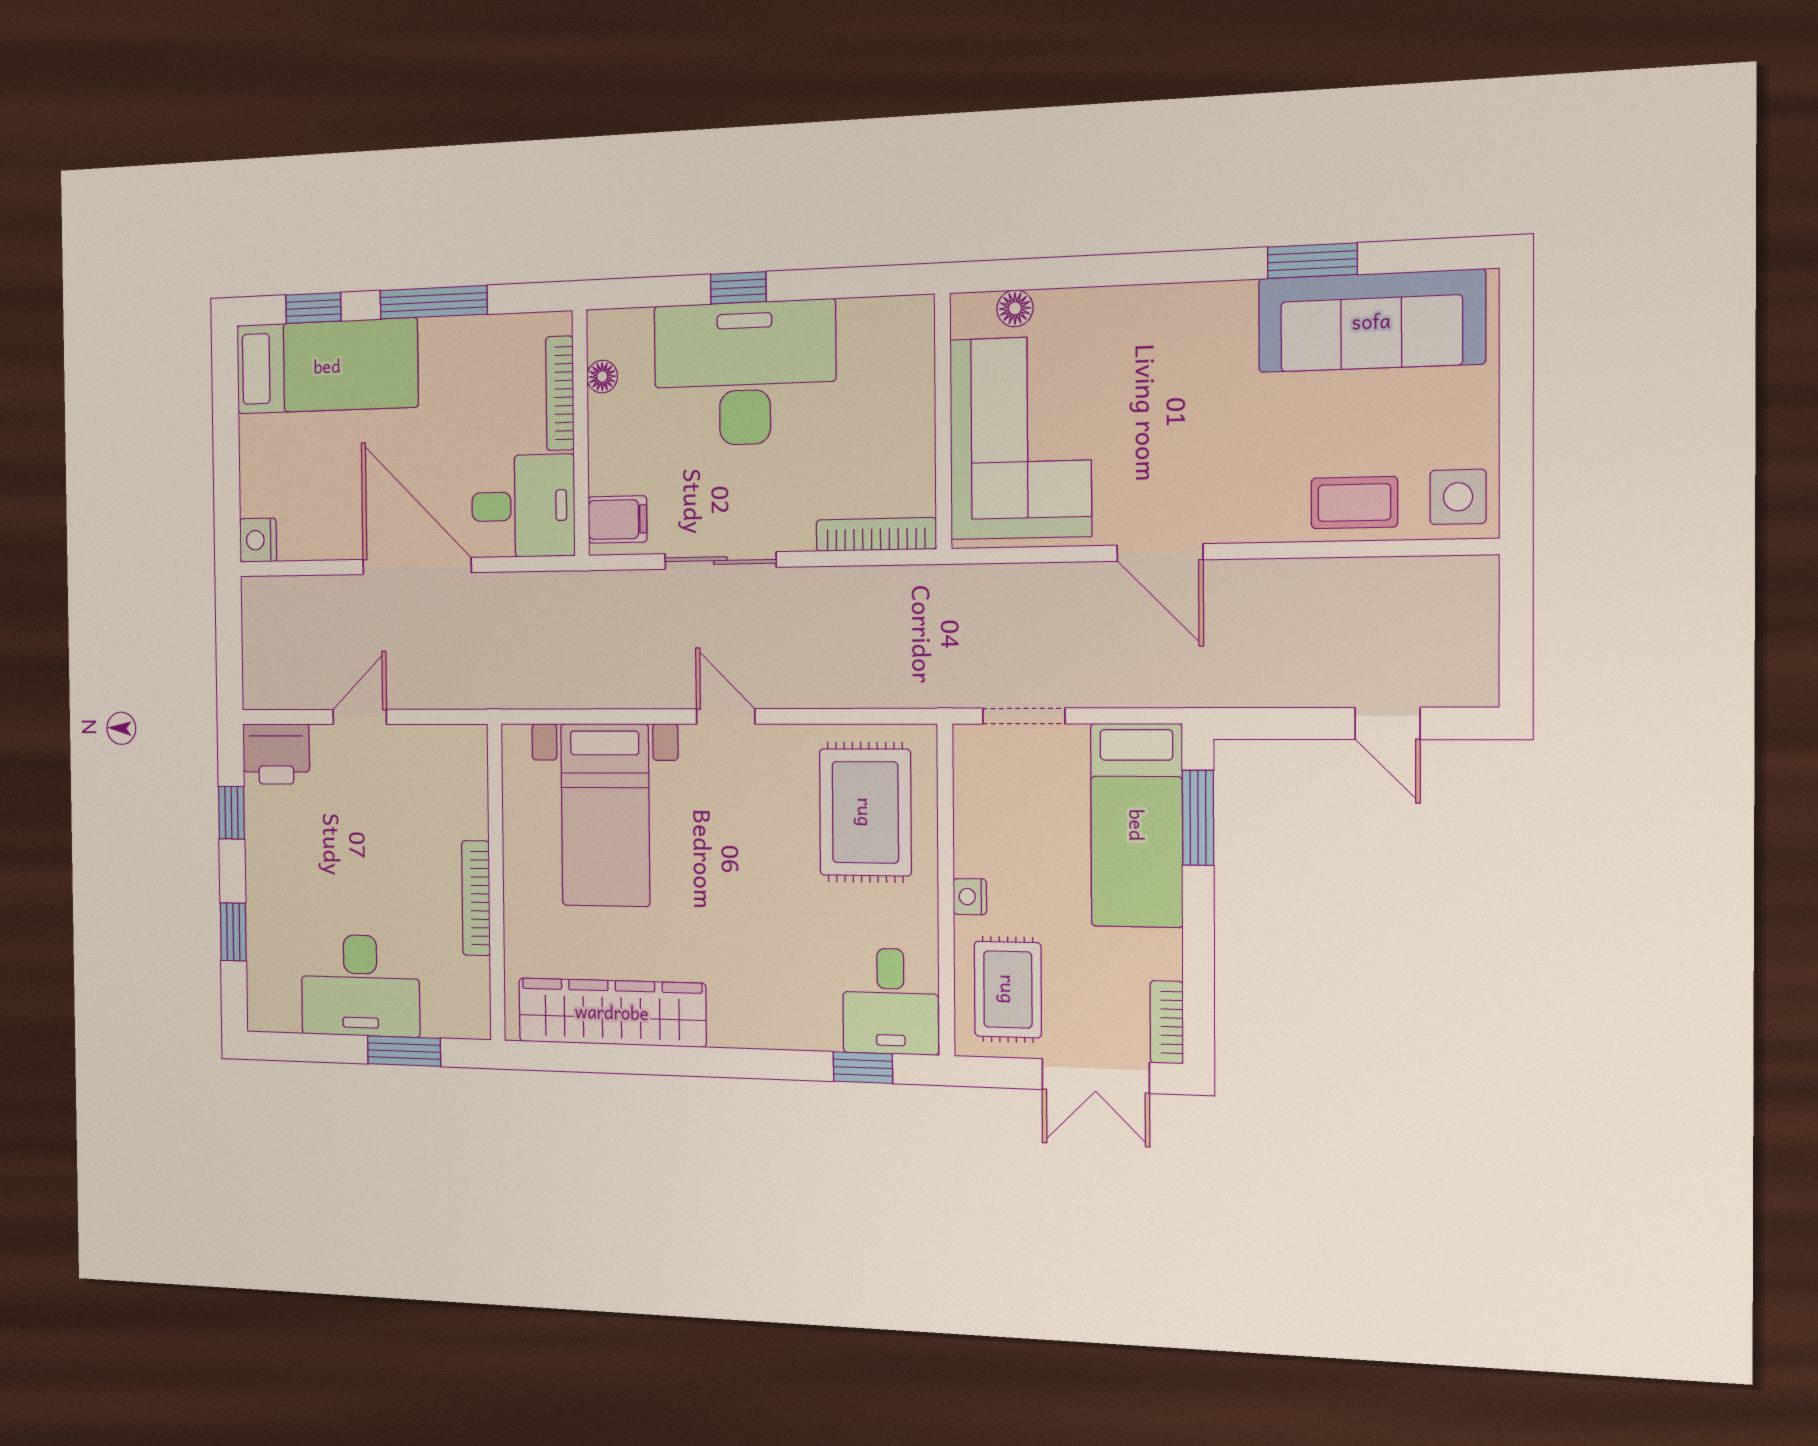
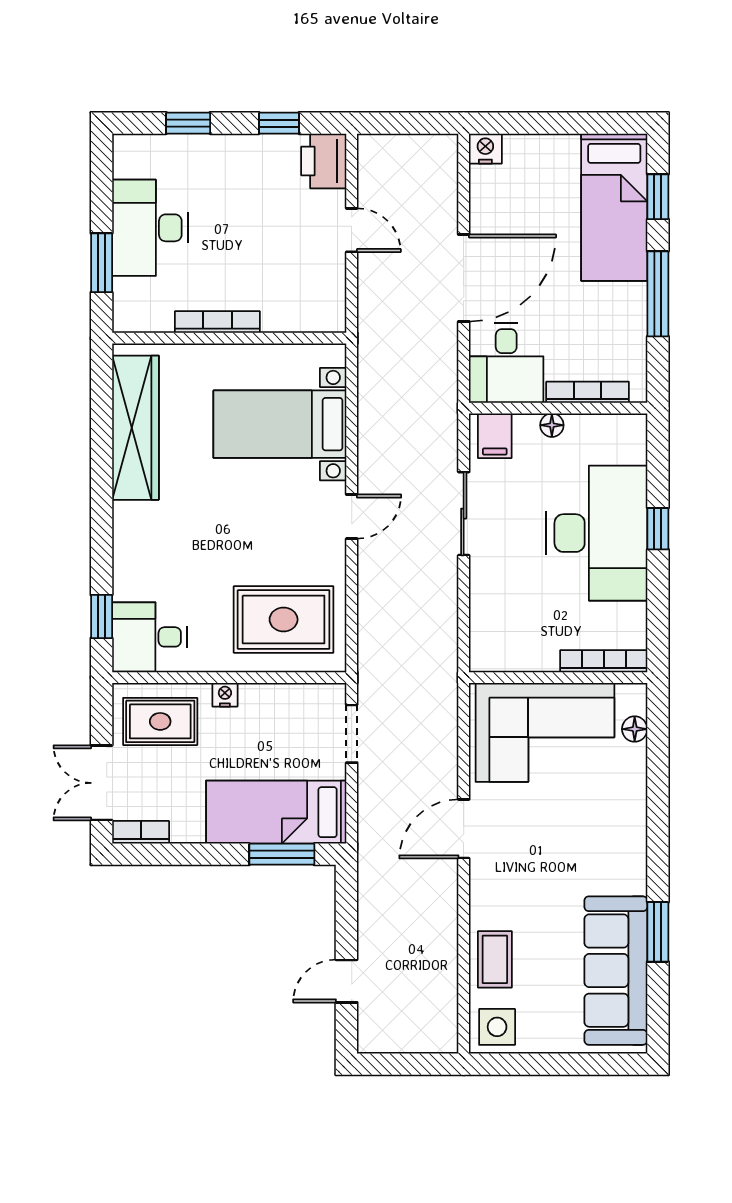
floor lamp: (602, 377) -> (552, 425), moved
bookcase: (876, 534) -> (604, 661), moved, turned -90

